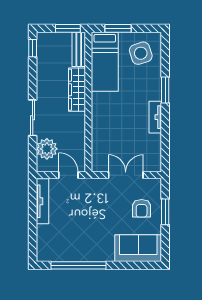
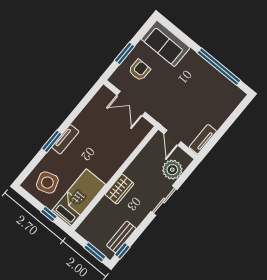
window: (68, 28) -> (95, 252), moved
window: (118, 28) -> (49, 214), width x0.67
bench: (79, 49) -> (121, 237), moved
wardrobe: (77, 90) -> (120, 189), width x0.67
tv unit: (155, 117) -> (65, 139), moved
tv unit: (42, 201) -> (203, 139), width x0.71

